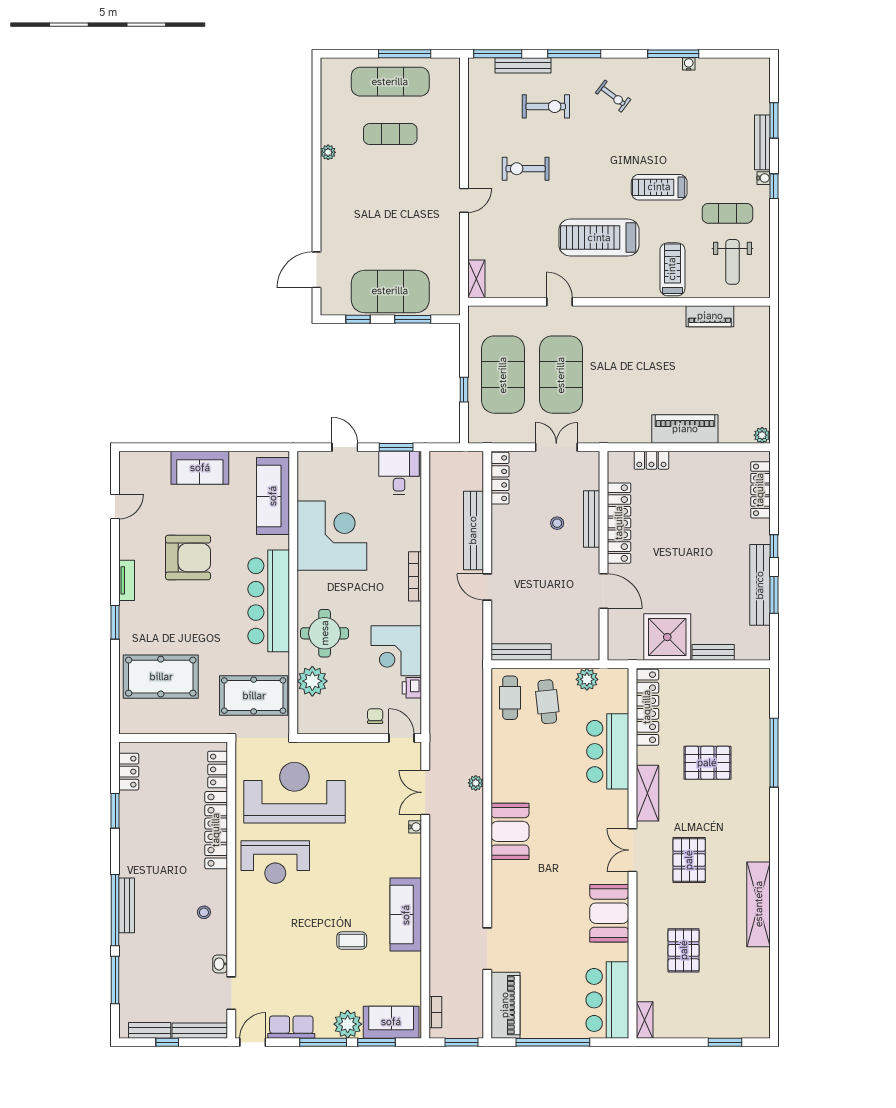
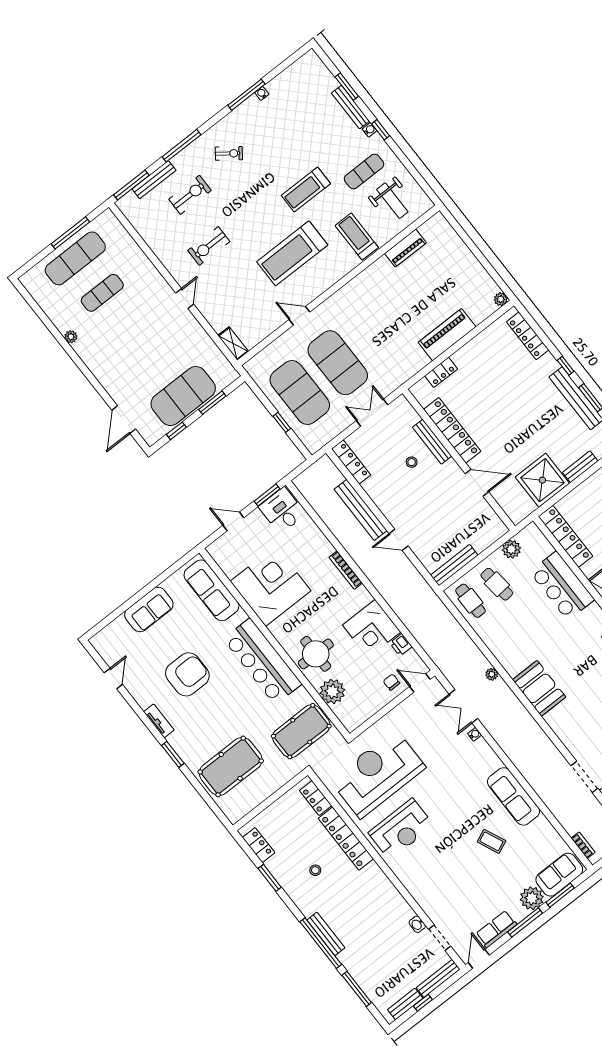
stool: (204, 912) -> (315, 870), moved
coffee table: (352, 941) -> (491, 841), turned 66

